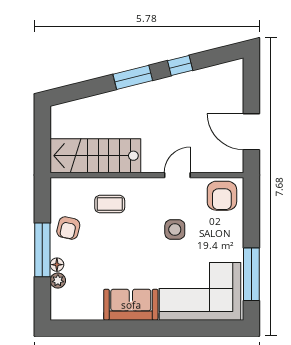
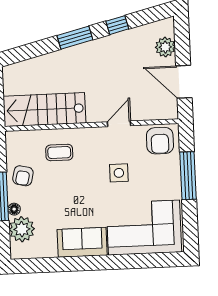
plant: (232, 92) -> (165, 47), added
window: (251, 274) -> (188, 176), moved
plant: (58, 281) -> (22, 229), width x1.87, depth x1.87

